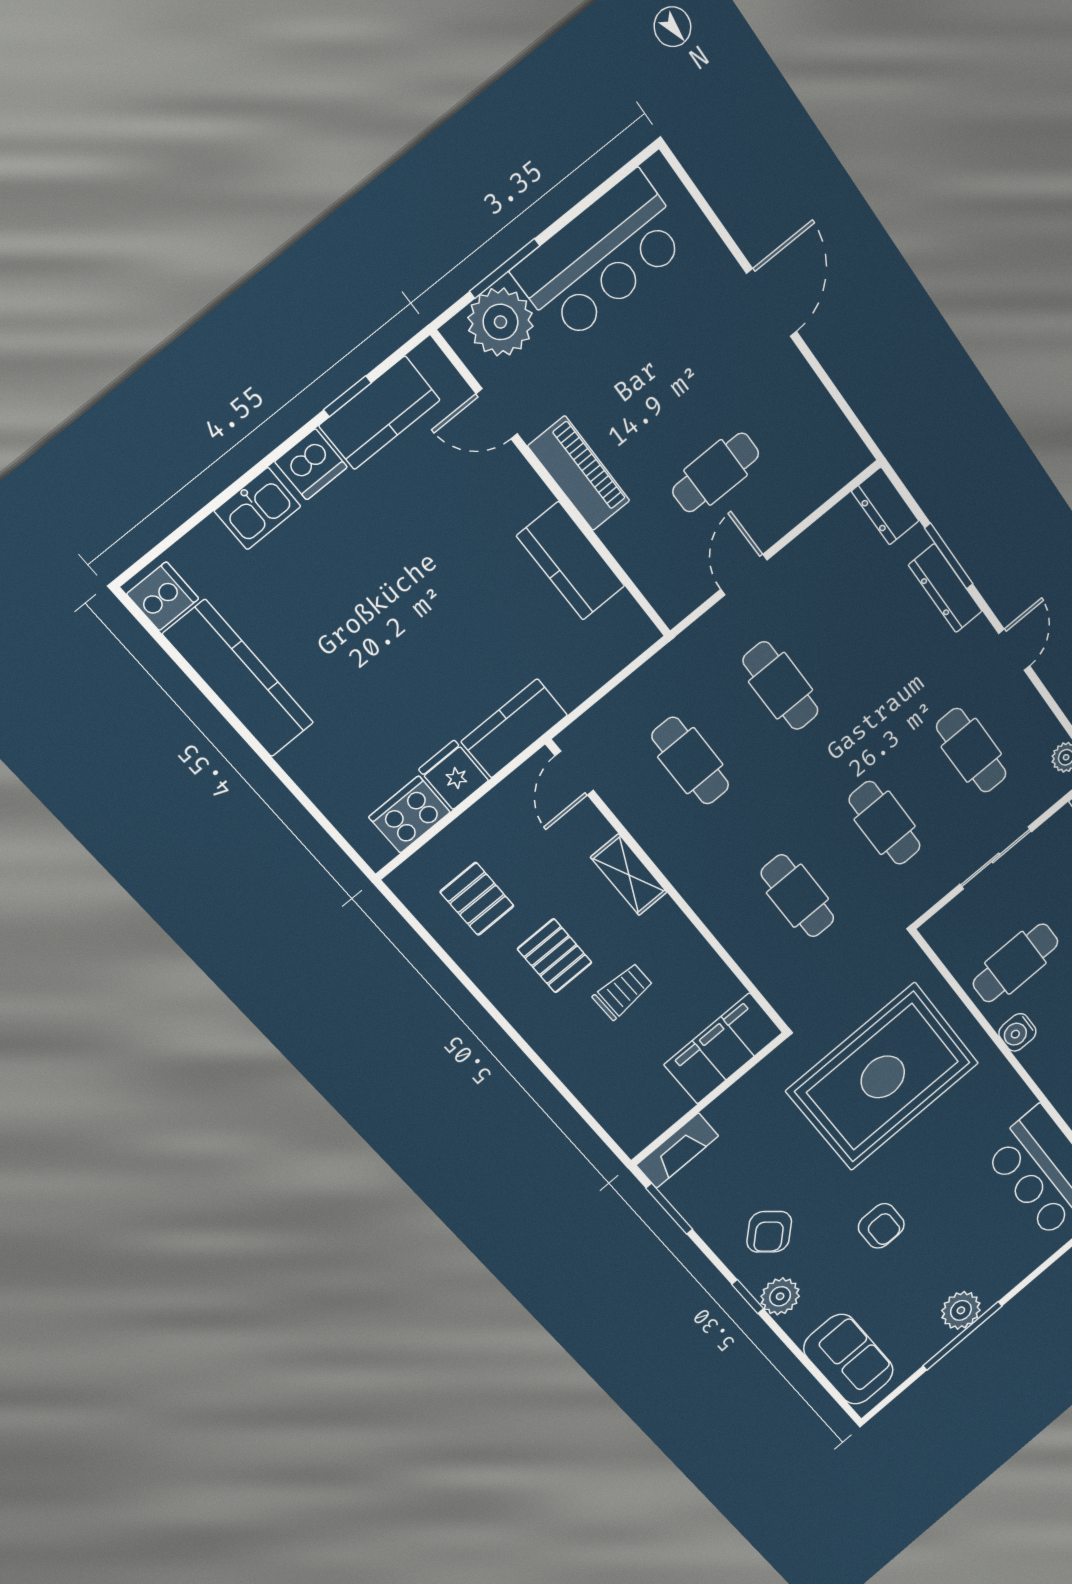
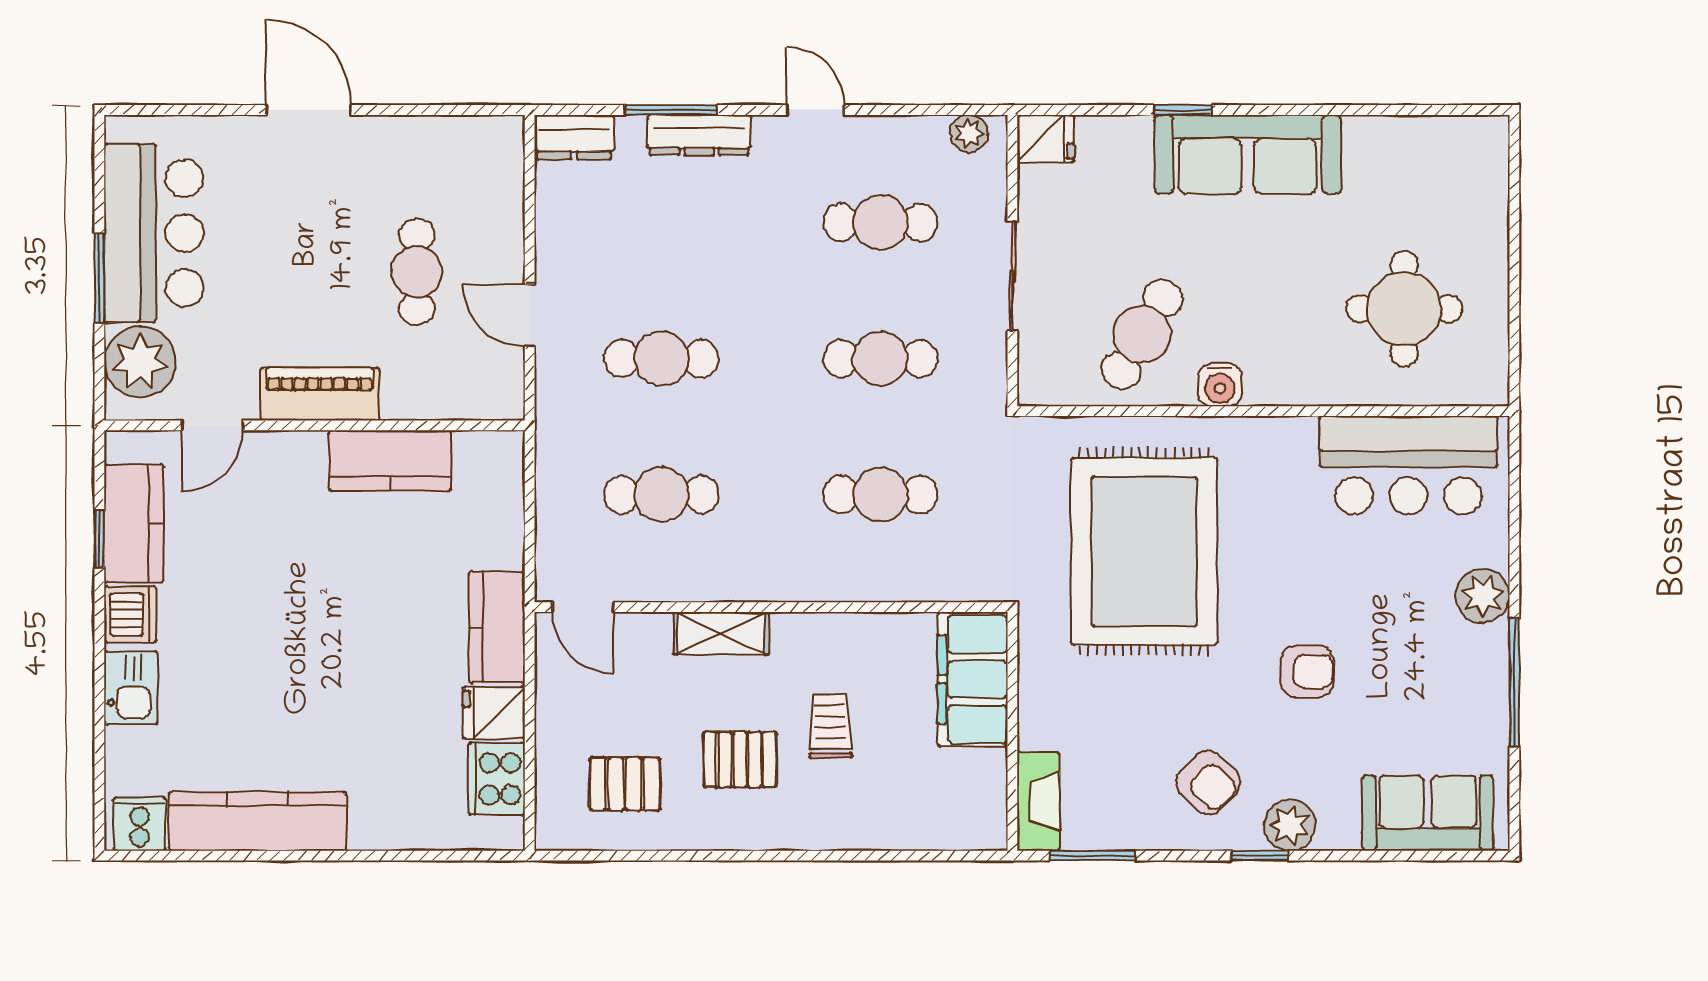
window: (505, 268) -> (99, 278), moved
cafe table: (1016, 963) -> (1142, 334), turned 30
plant: (961, 1310) -> (1483, 596), moved

